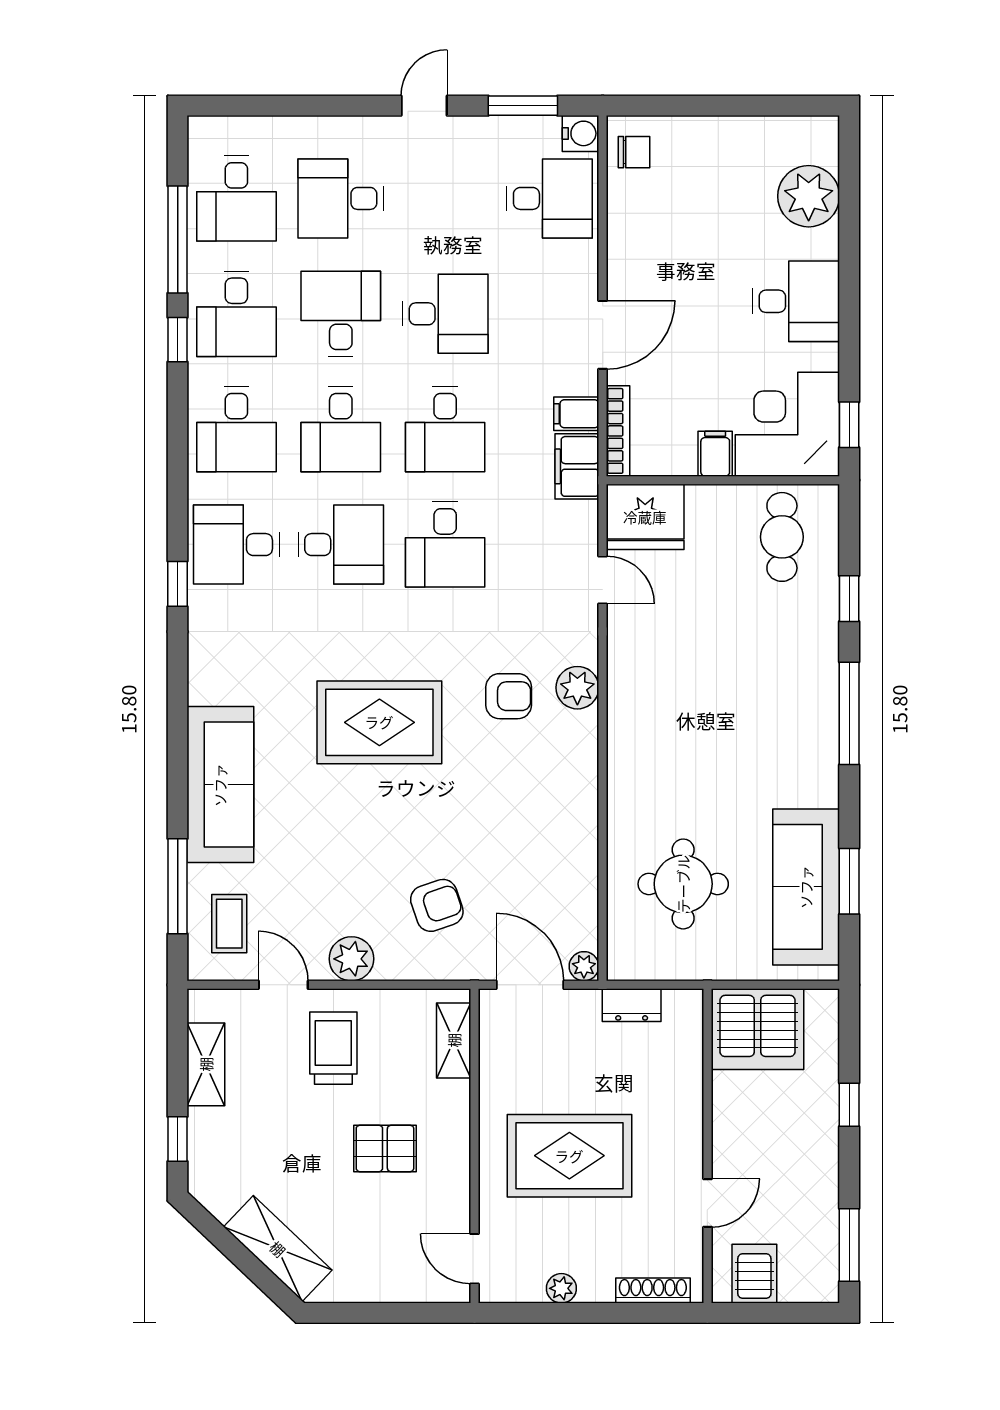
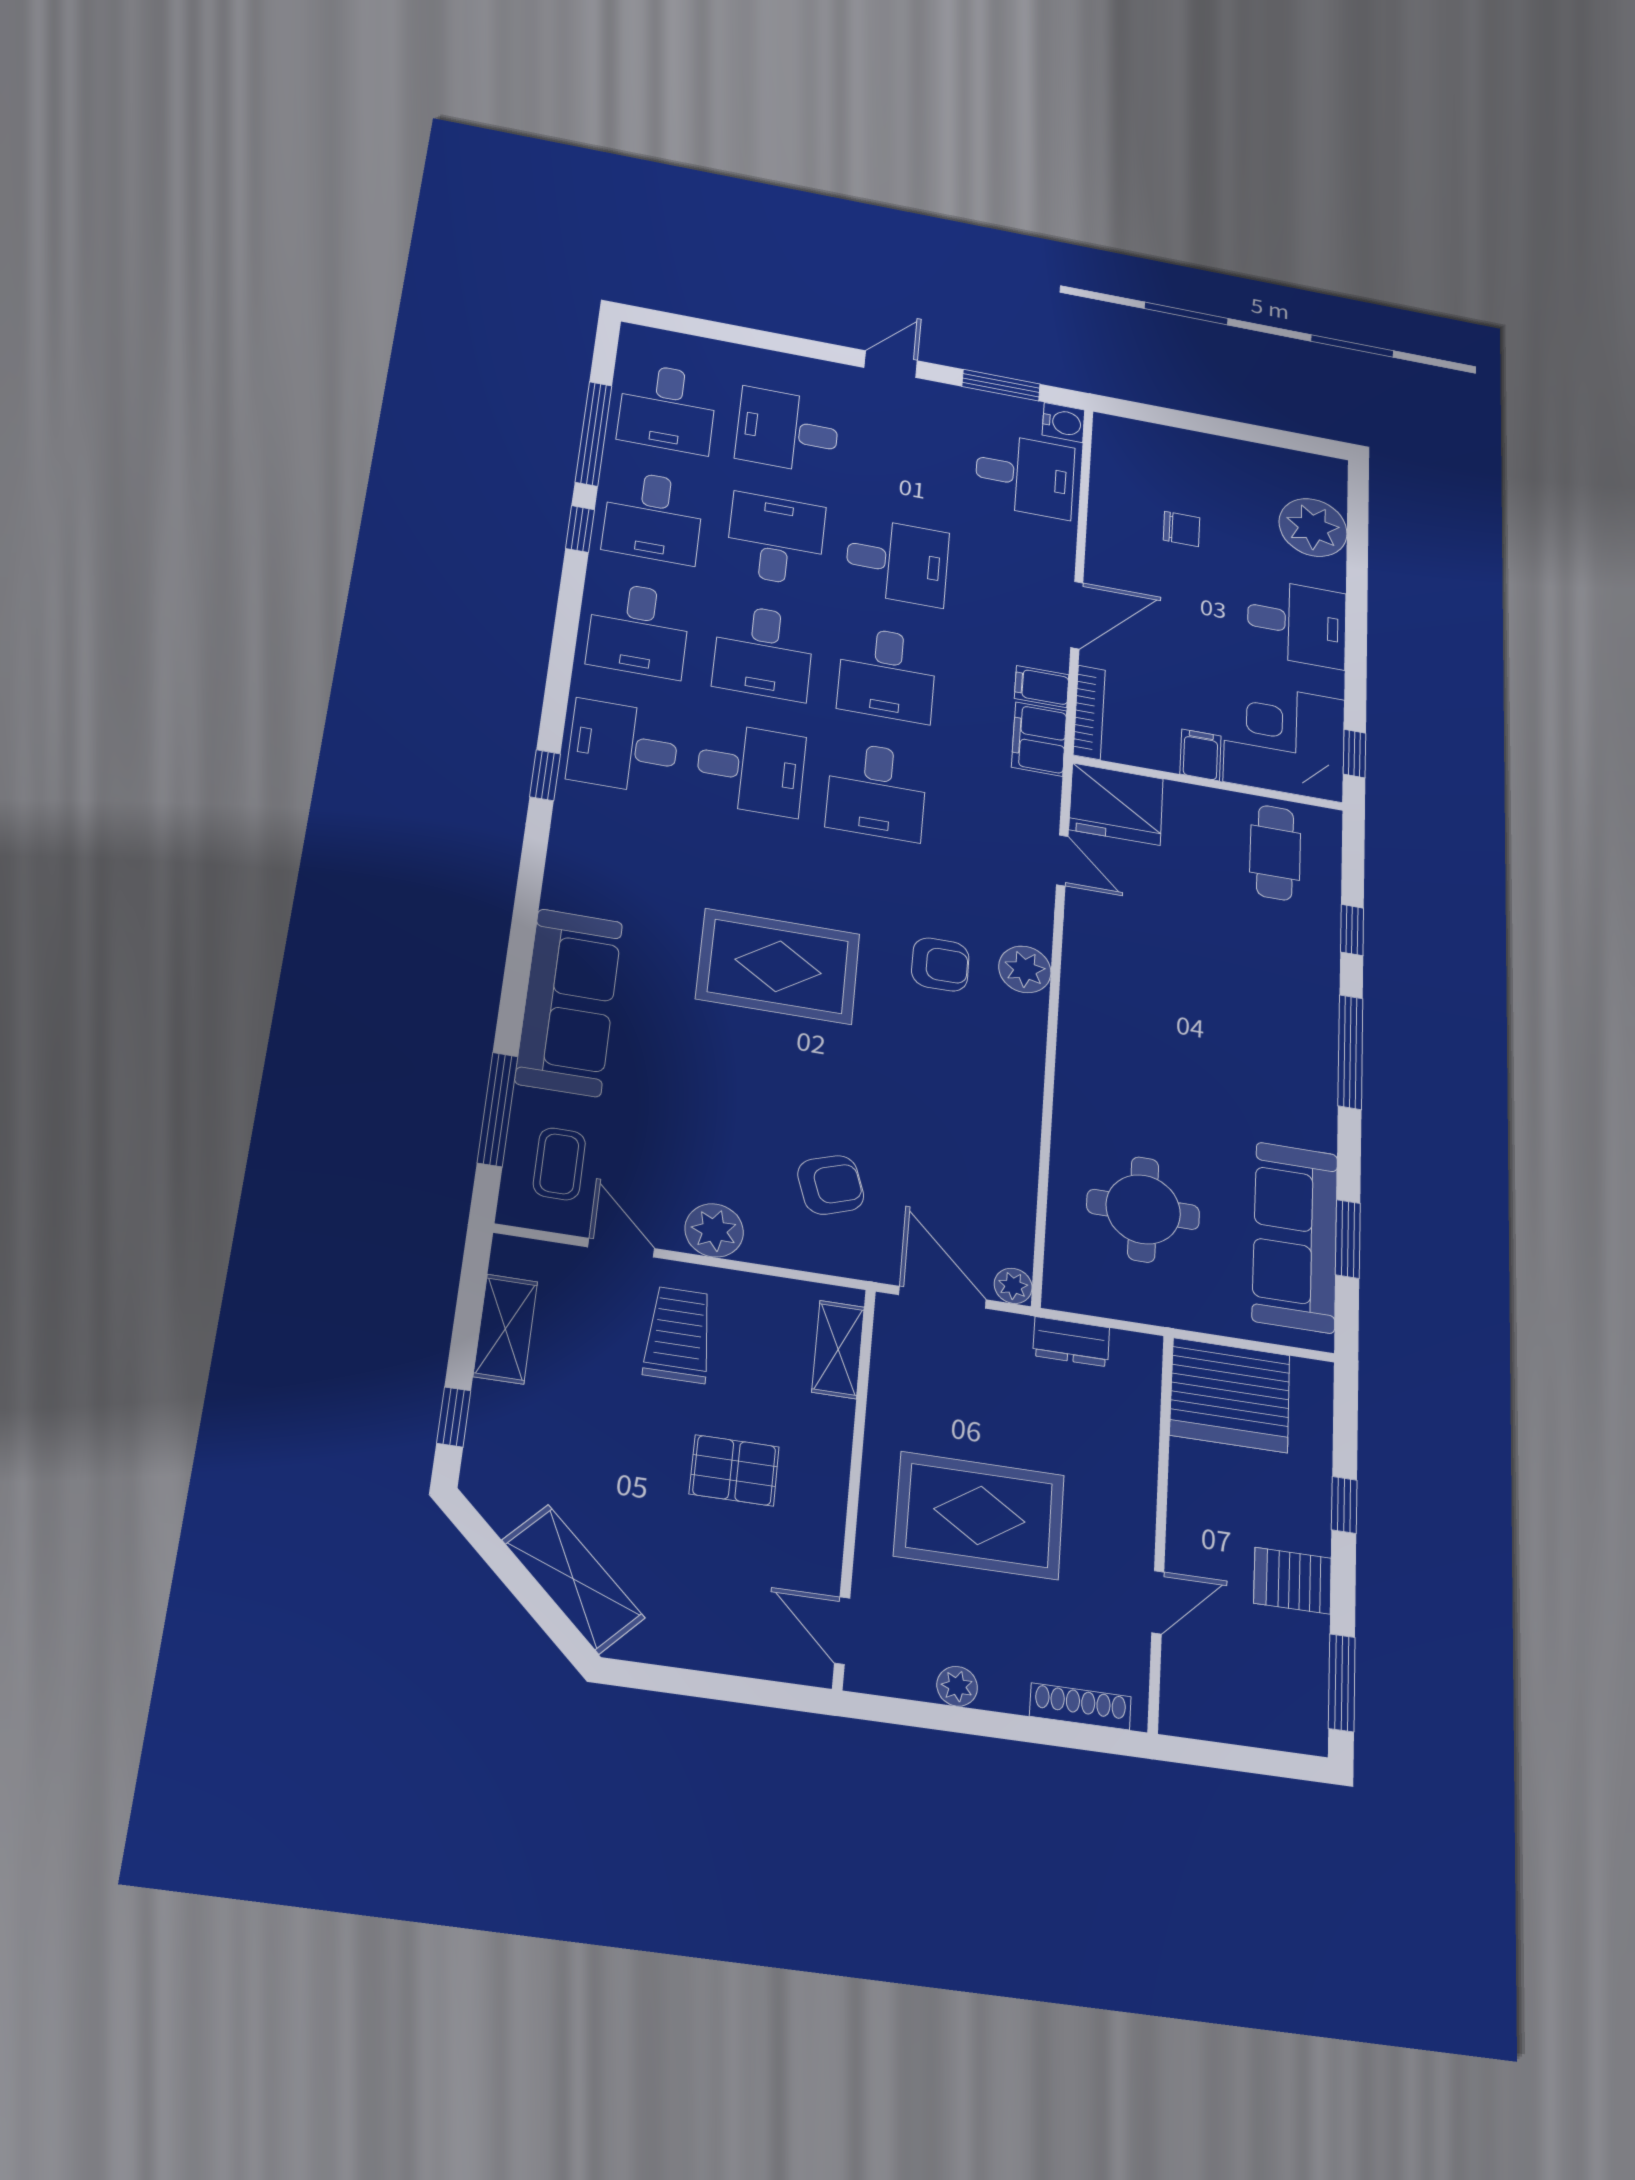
chair: (634, 152) -> (1181, 529), moved
server rack: (754, 1274) -> (1293, 1581), moved, turned -90

